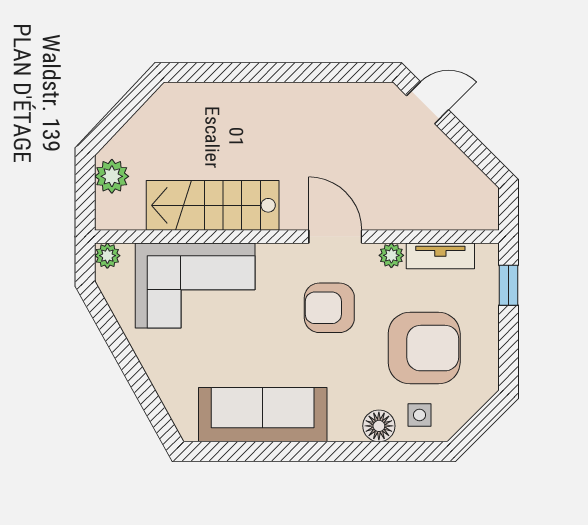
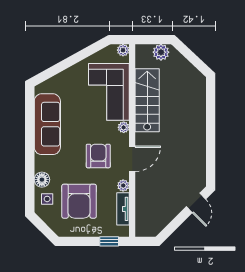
plant: (269, 255) -> (124, 127), added

